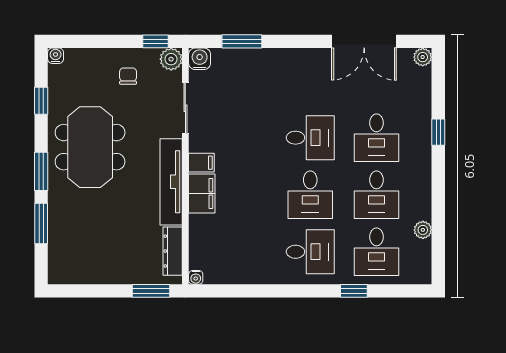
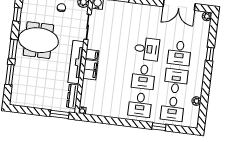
meeting table: (90, 147) -> (38, 40), turned 90
desk: (376, 195) -> (176, 81), turned 180
desk: (310, 252) -> (140, 105), turned 90

